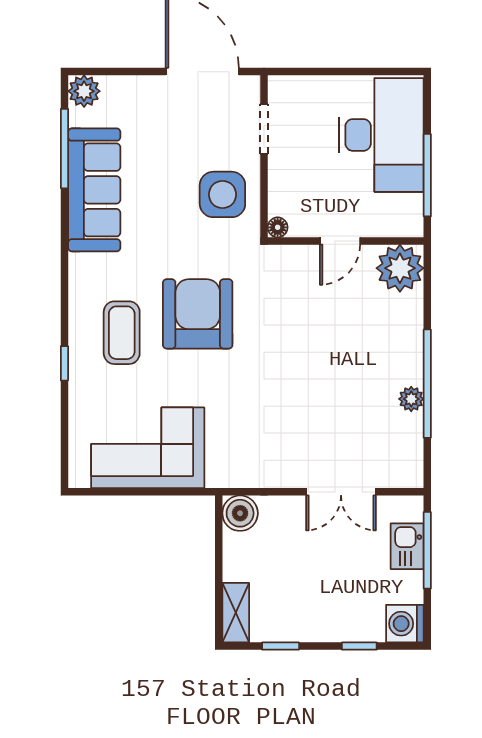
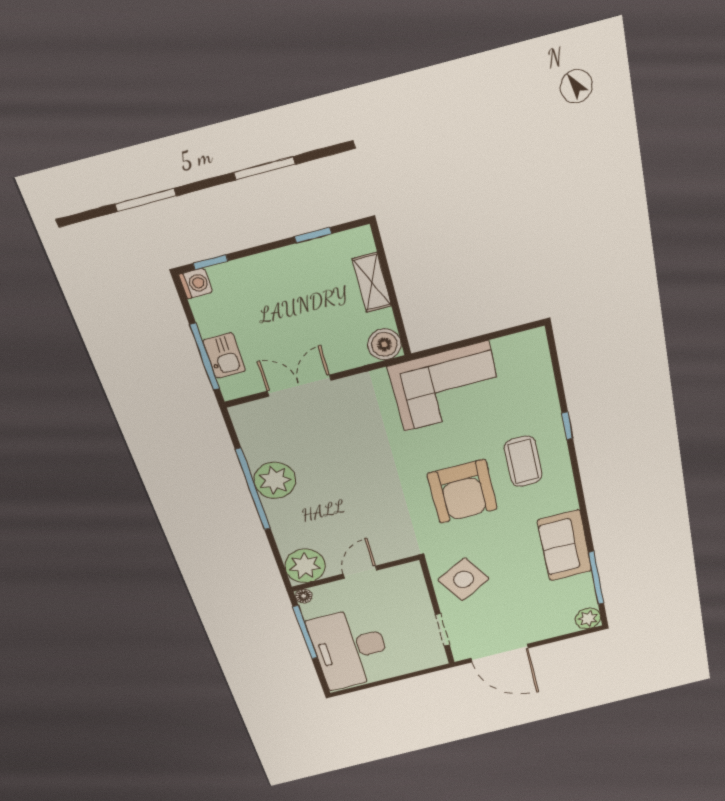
sofa: (94, 190) -> (565, 546), width x0.73
side table: (222, 194) -> (464, 579), turned -30
floor lamp: (278, 227) -> (304, 596), moved
plant: (411, 399) -> (275, 480), width x1.87, depth x1.87
corner sofa: (148, 448) -> (446, 386), moved
shelving: (236, 613) -> (372, 283), moved
washing machine: (405, 624) -> (196, 283), width x0.73, depth x0.73
window: (359, 646) -> (211, 262), moved

